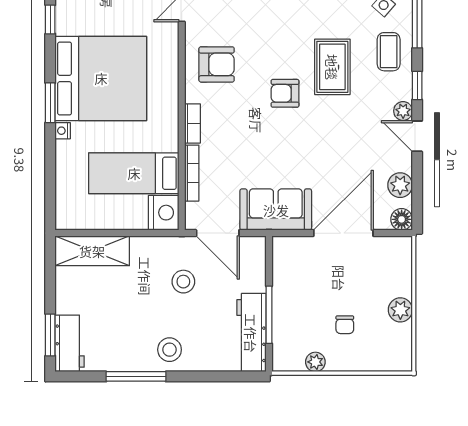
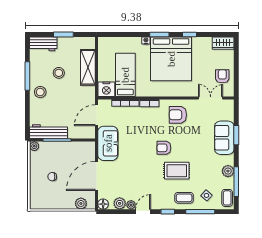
window: (50, 19) -> (189, 34), moved
armchair: (217, 64) -> (178, 115), turned 90
armchair: (285, 93) -> (164, 148), turned -90
plant: (403, 111) -> (131, 205), moved
door: (343, 233) -> (96, 176), swing flipped
shelving: (92, 251) -> (88, 67), moved
stool: (183, 282) -> (59, 73), moved
plant: (400, 310) -> (81, 203), moved
window: (50, 335) -> (63, 34), moved
plant: (315, 362) -> (34, 146), moved

